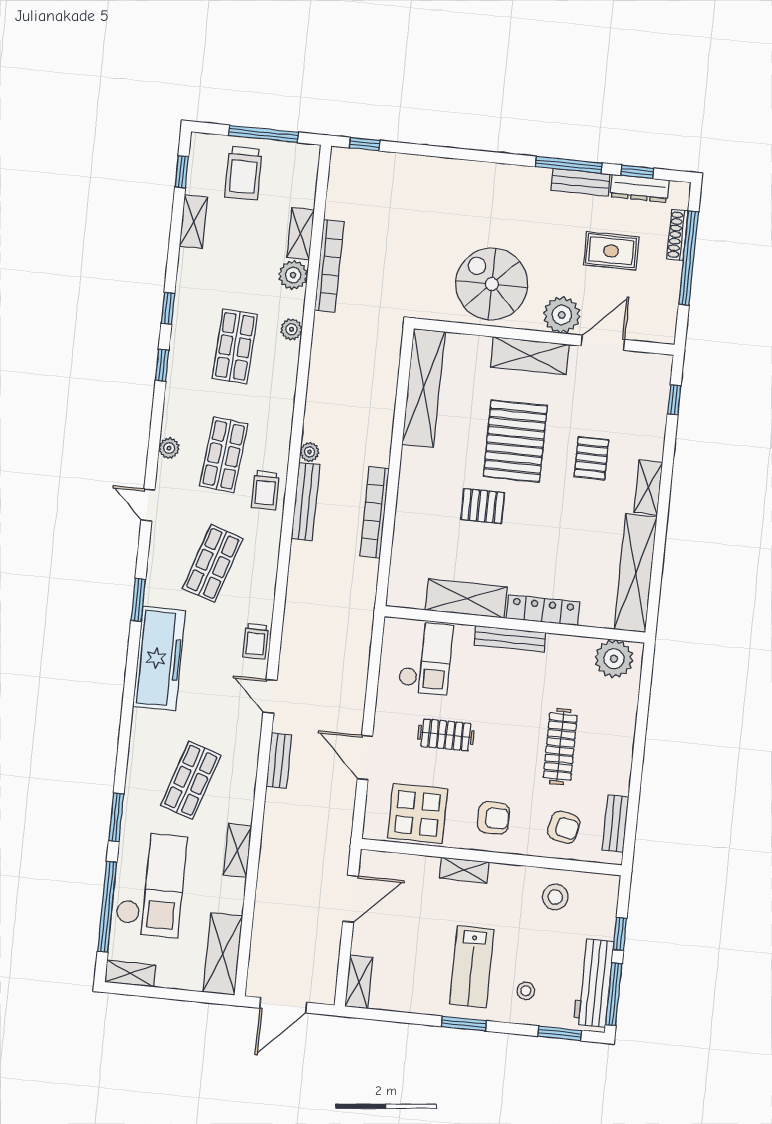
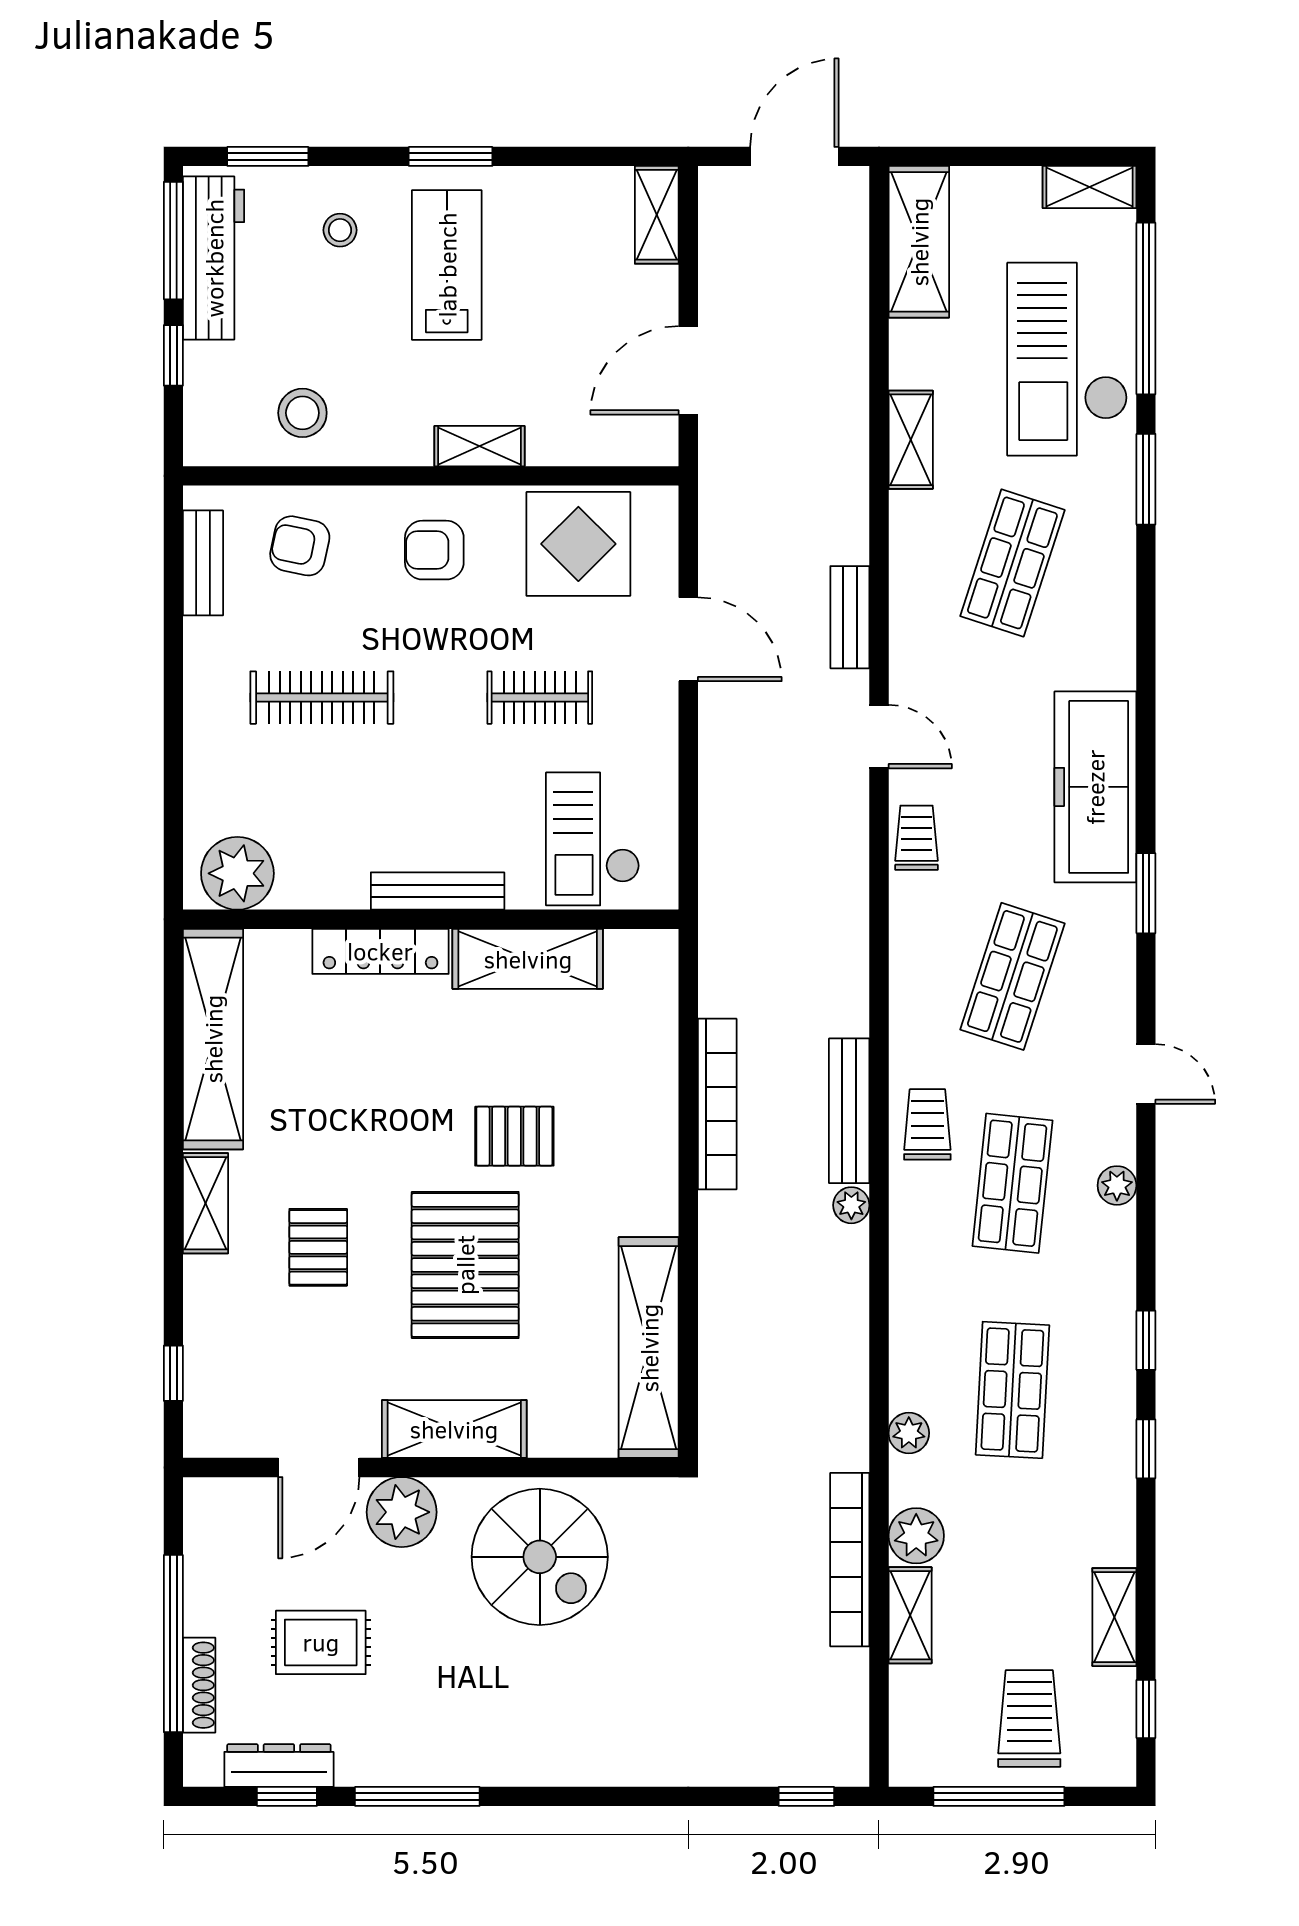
bench: (580, 182) -> (392, 1766), removed
clothes rail: (560, 747) -> (322, 698), turned 90

